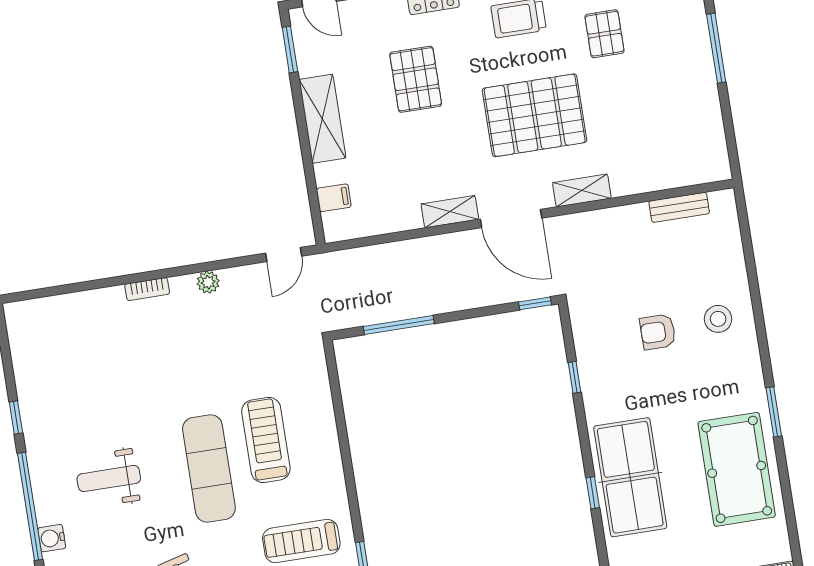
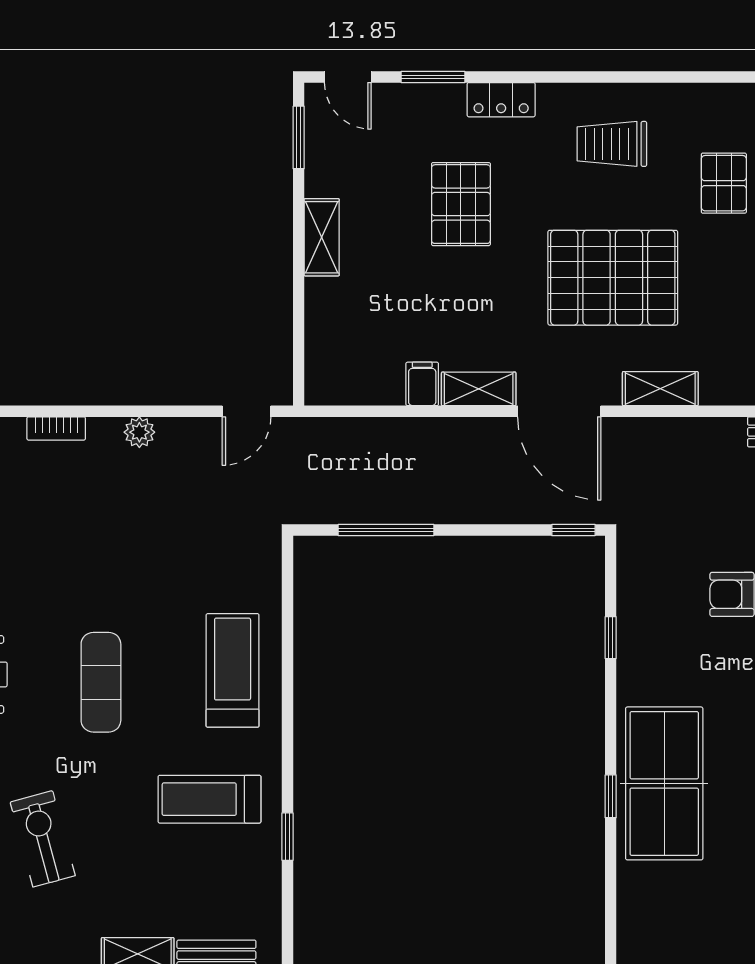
shelving: (322, 119) -> (322, 237), width x0.67, depth x0.75
filing cabinet: (334, 198) -> (422, 384), moved, turned -90
treadmill: (266, 440) -> (233, 670), moved
exercise mat: (209, 468) -> (101, 682), width x0.73, depth x0.69

